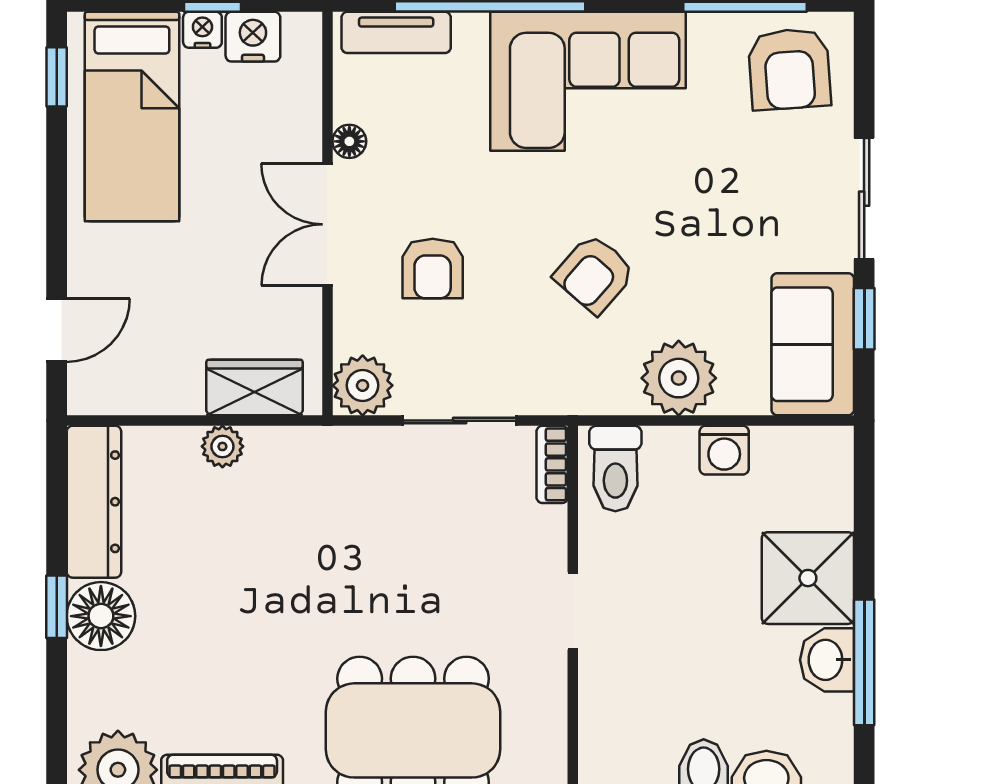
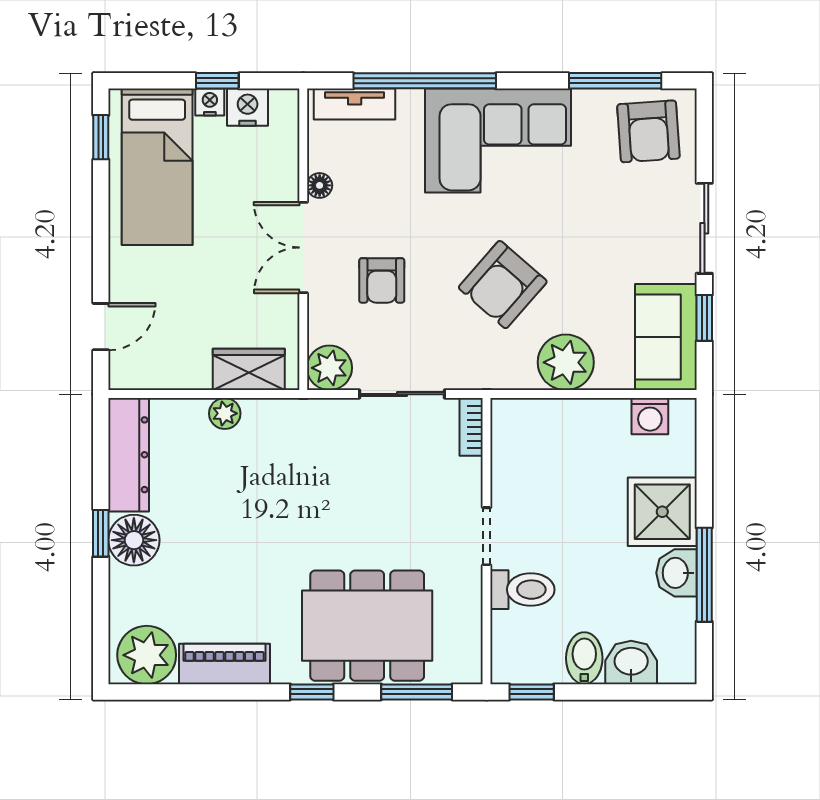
armchair: (594, 274) -> (503, 285), width x1.38, depth x1.38
washing machine: (724, 450) -> (650, 416), moved
toilet: (615, 469) -> (522, 590), moved, turned -90

